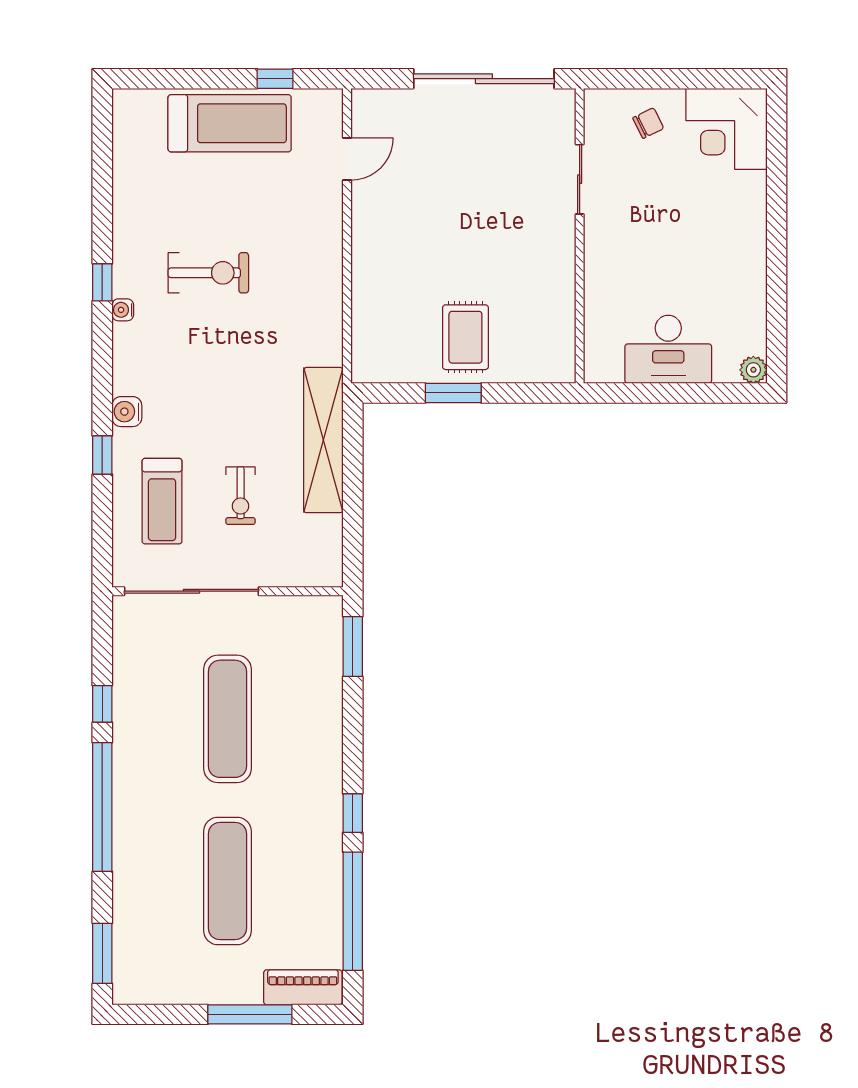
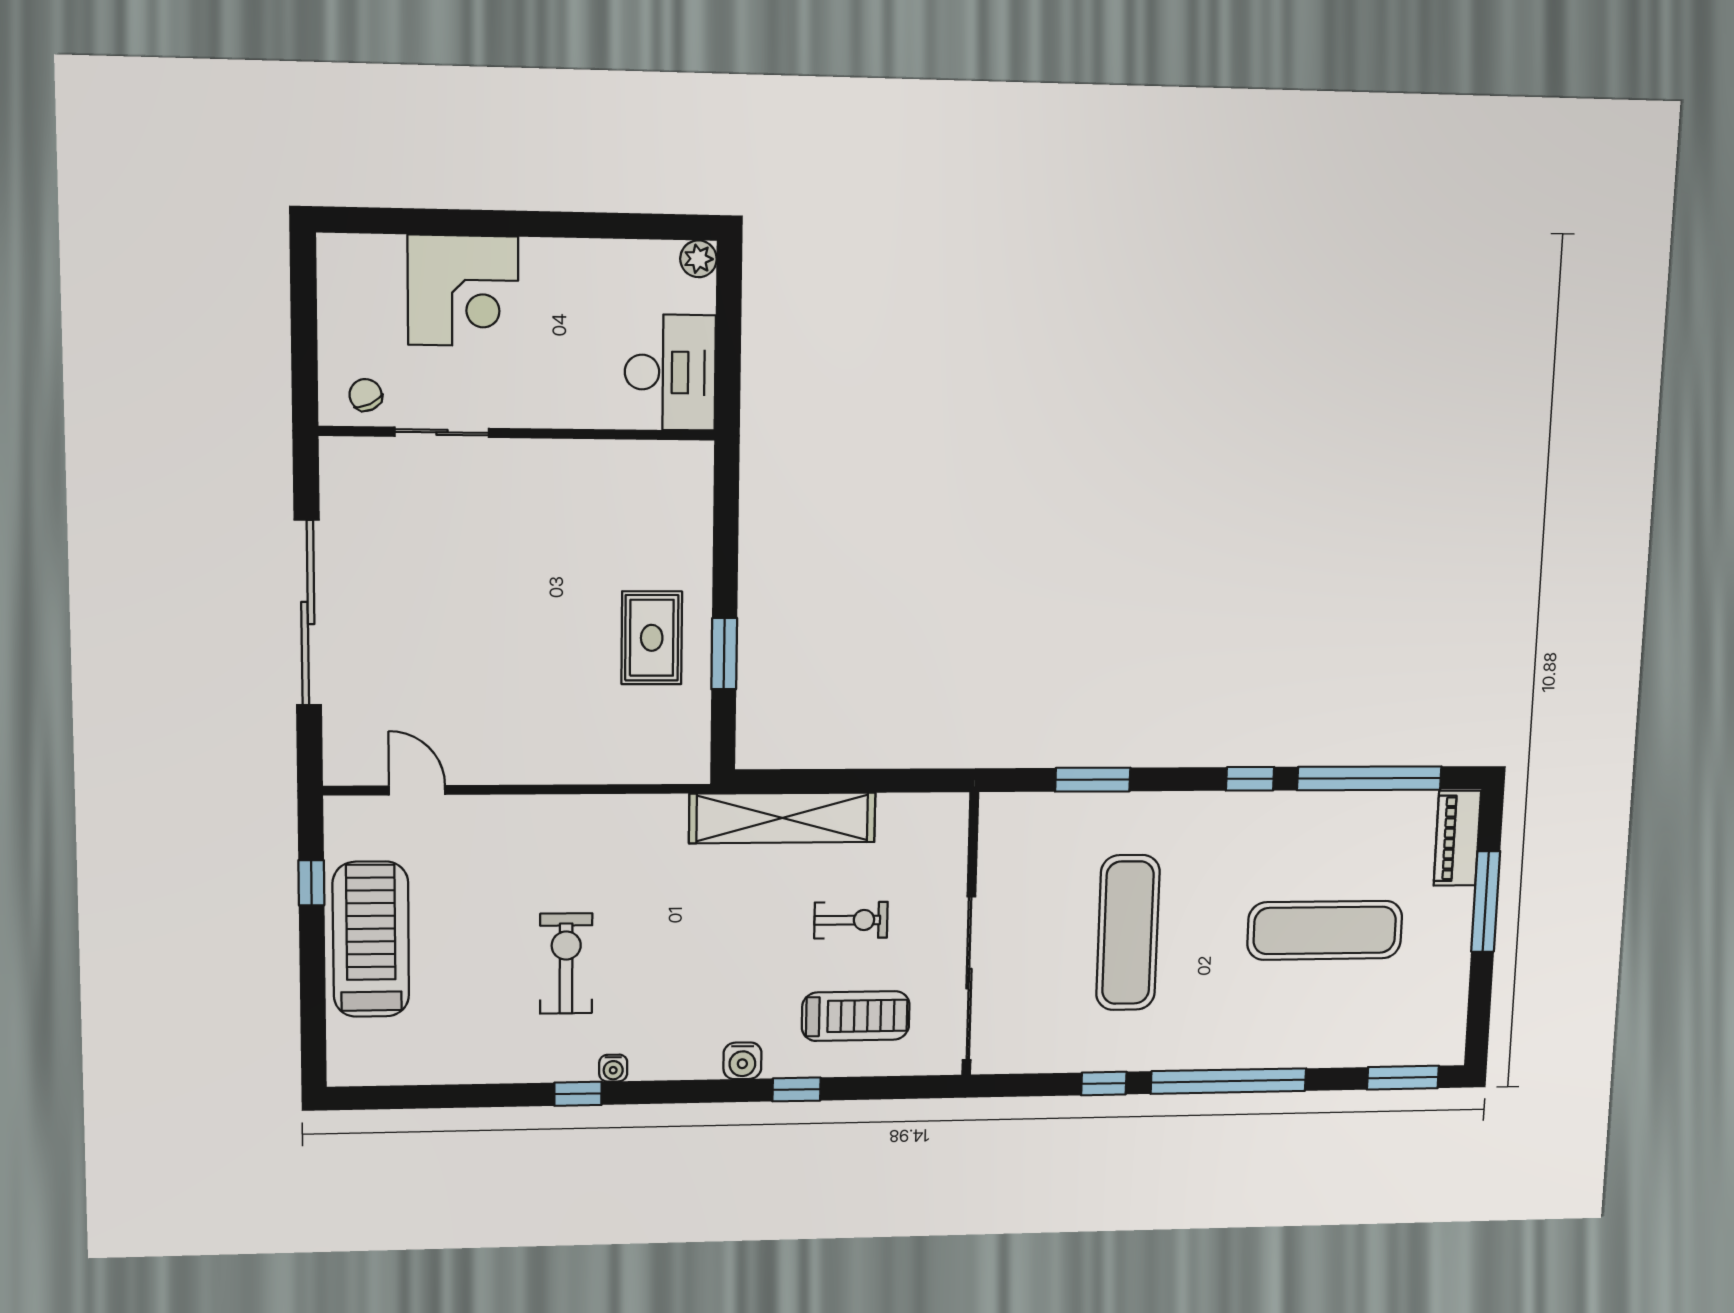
corner desk: (726, 129) -> (463, 291), moved
sliding door: (580, 179) -> (442, 432), moved
wall: (580, 236) -> (518, 433), moved
rug: (465, 337) -> (652, 638), turned 90
window: (353, 646) -> (1093, 780), moved
exercise mat: (227, 719) -> (1128, 933), turned 90

